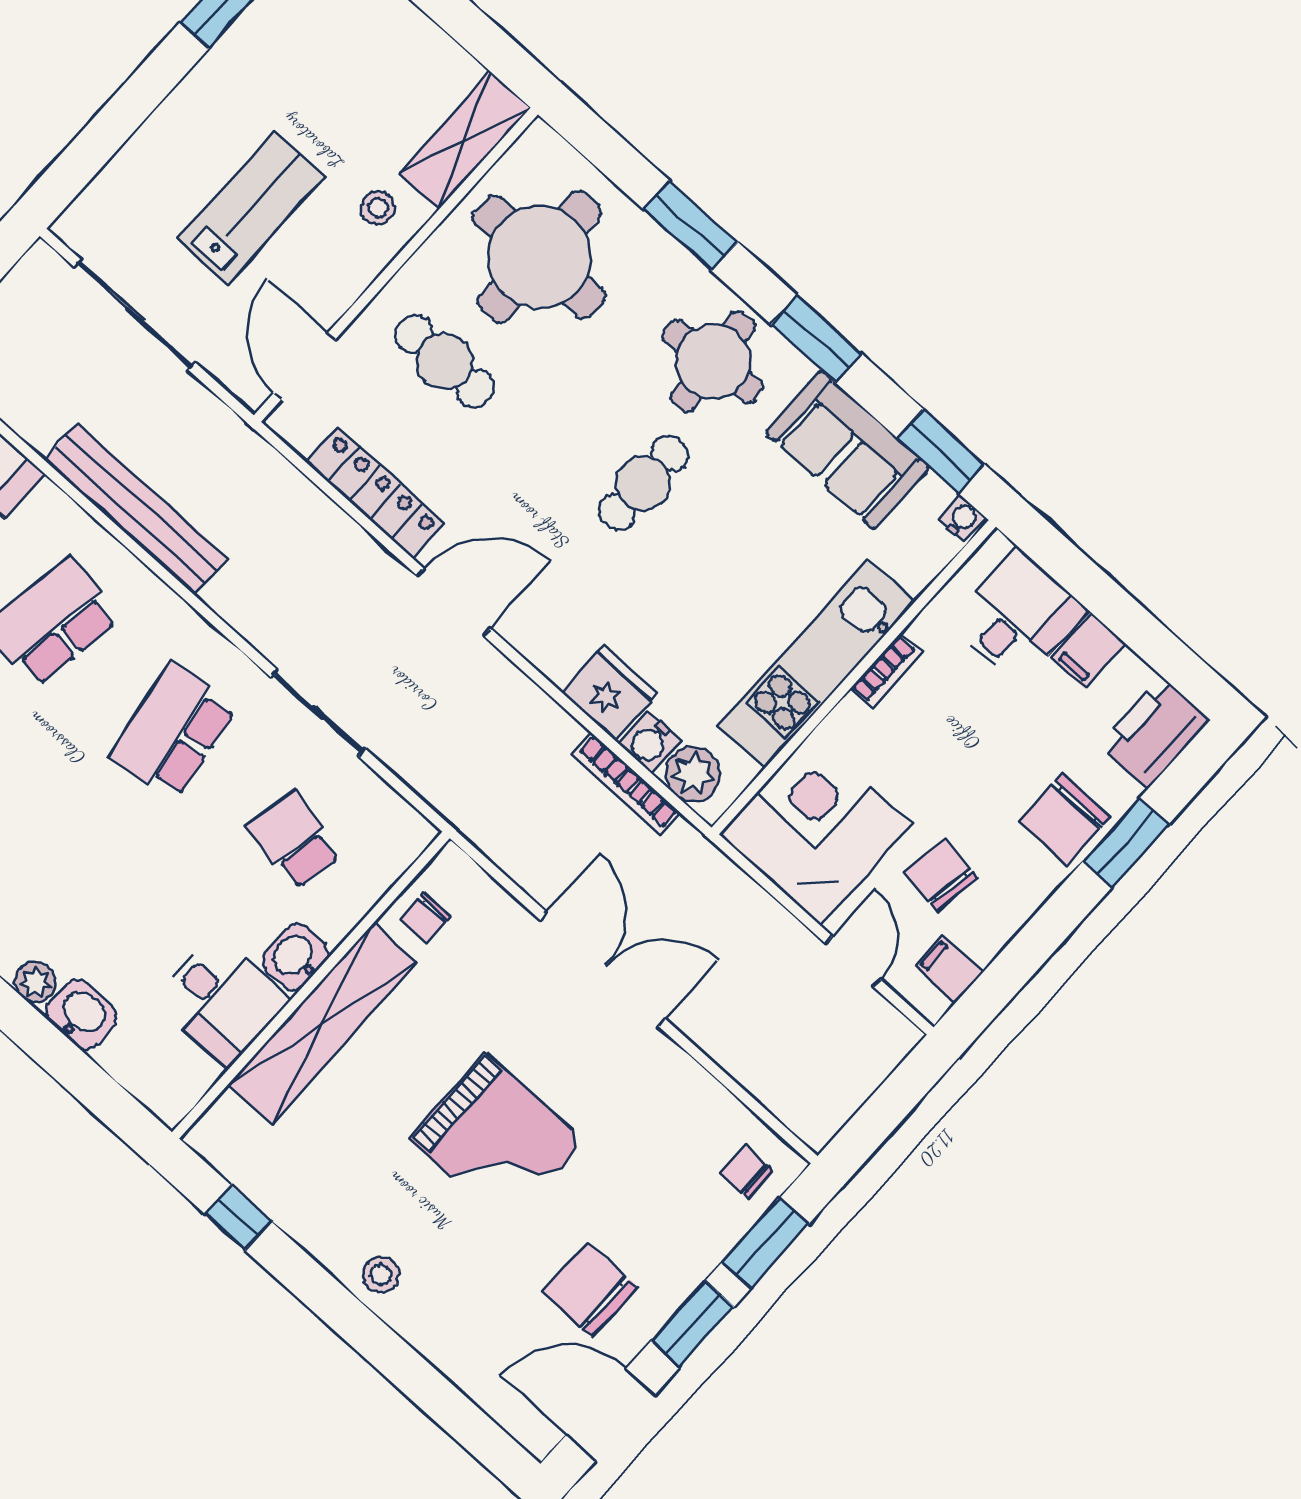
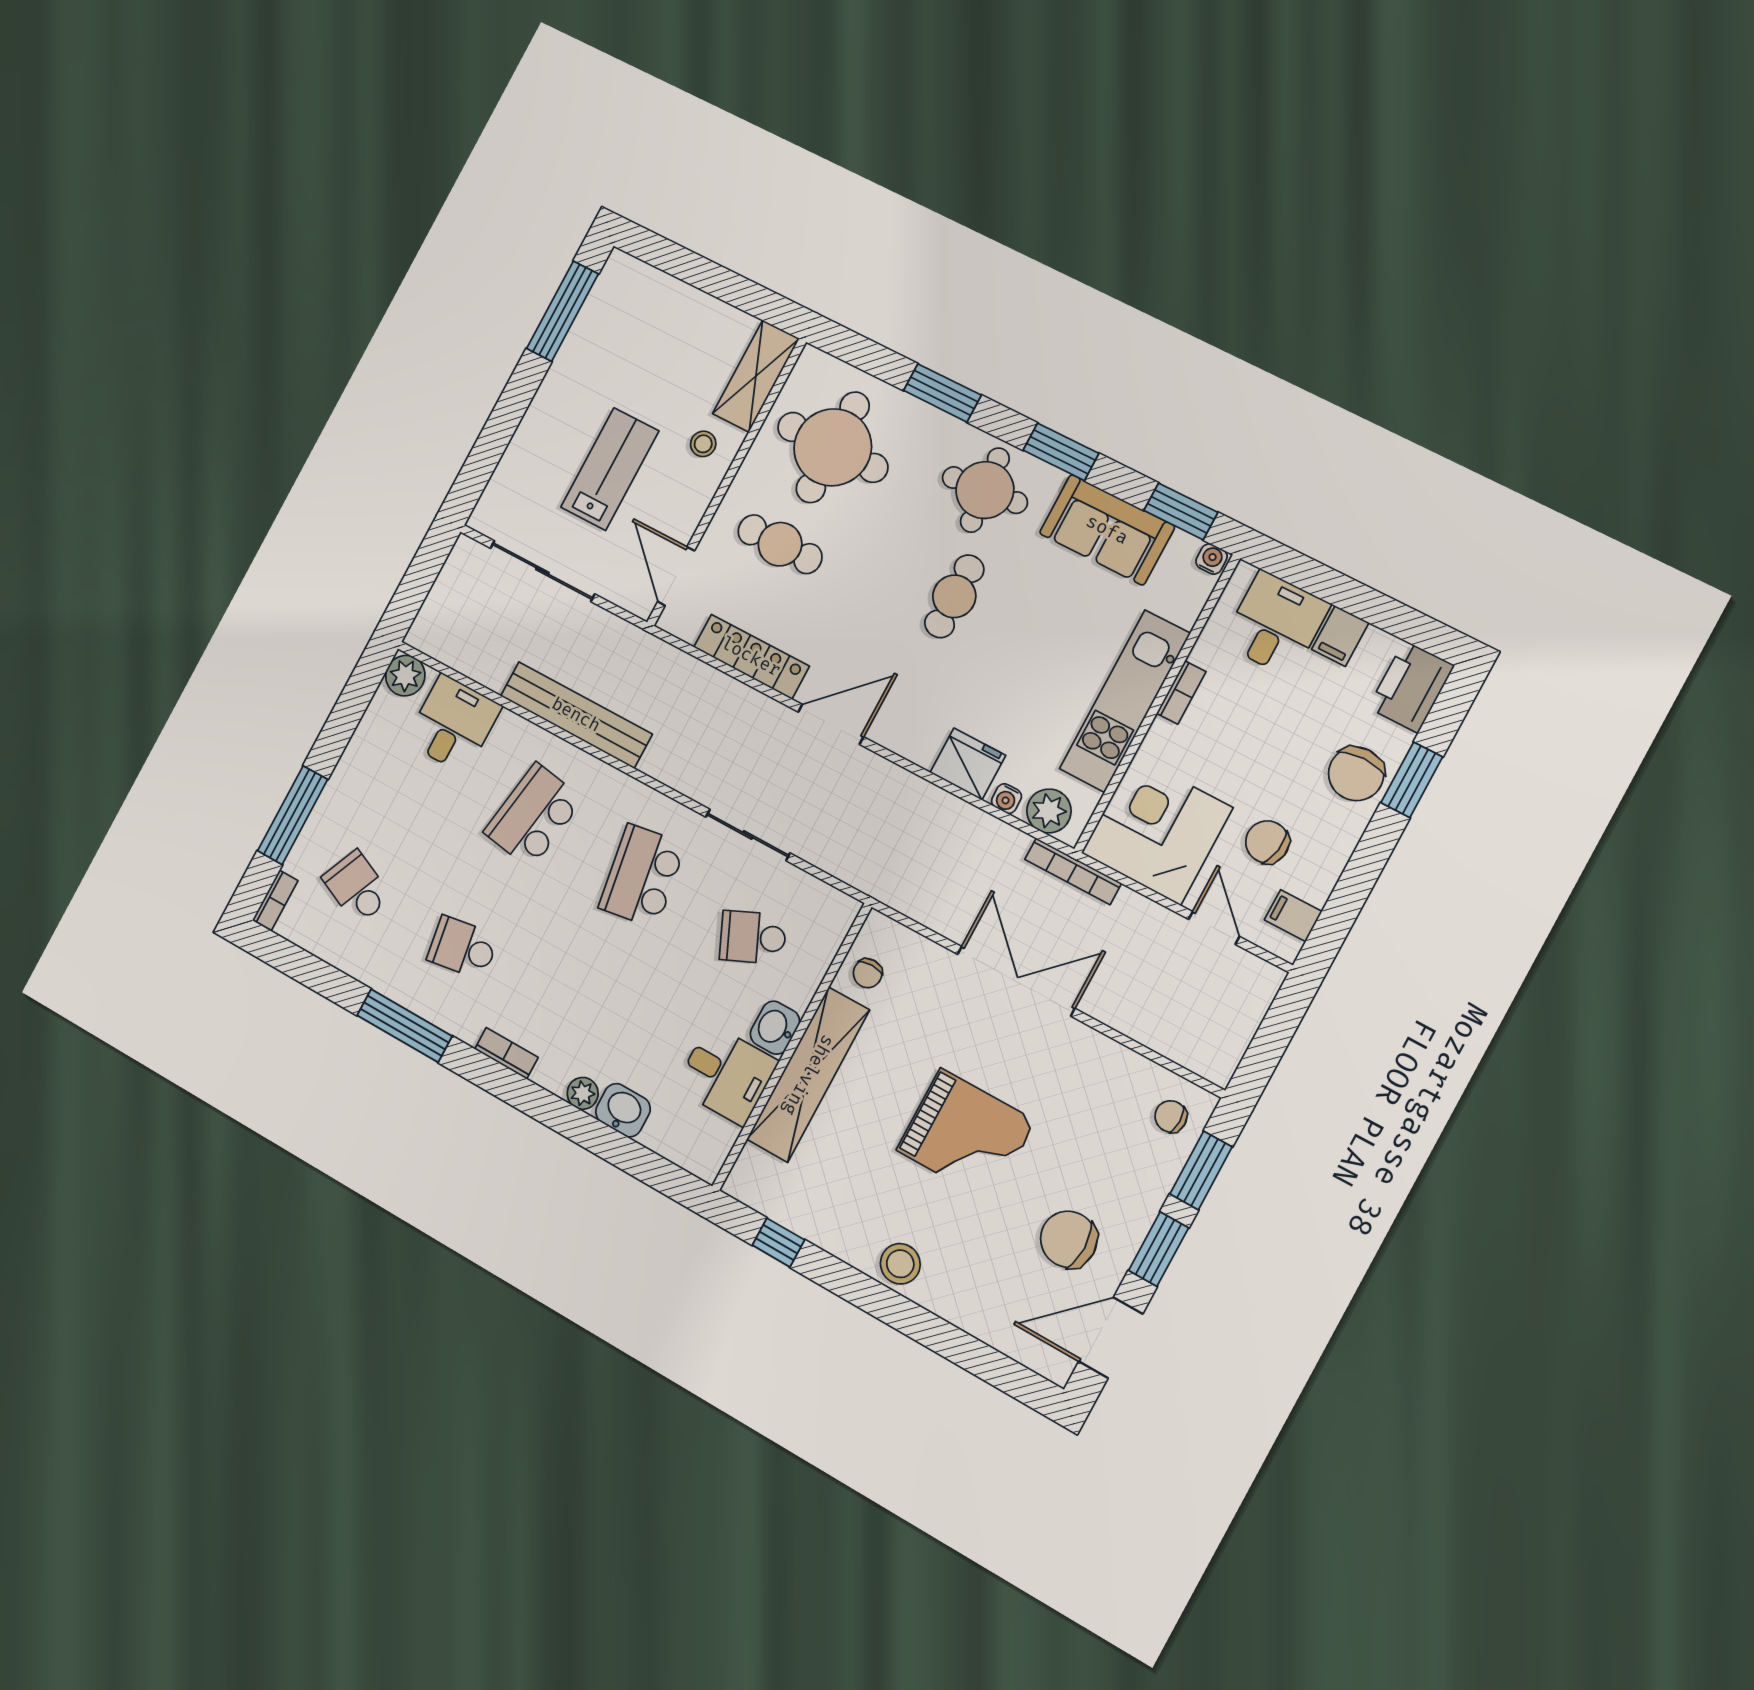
water cooler: (650, 742) -> (1007, 799), width x0.72, depth x0.72
bookcase: (626, 784) -> (1073, 871), moved
school desk: (294, 840) -> (753, 937), turned -36
stool: (381, 1275) -> (900, 1264), width x1.37, depth x1.37

